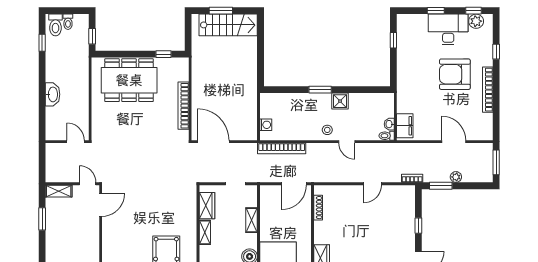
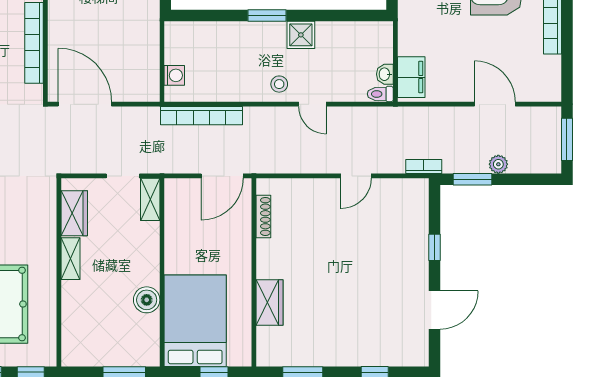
shelving: (252, 220) -> (150, 199), moved

